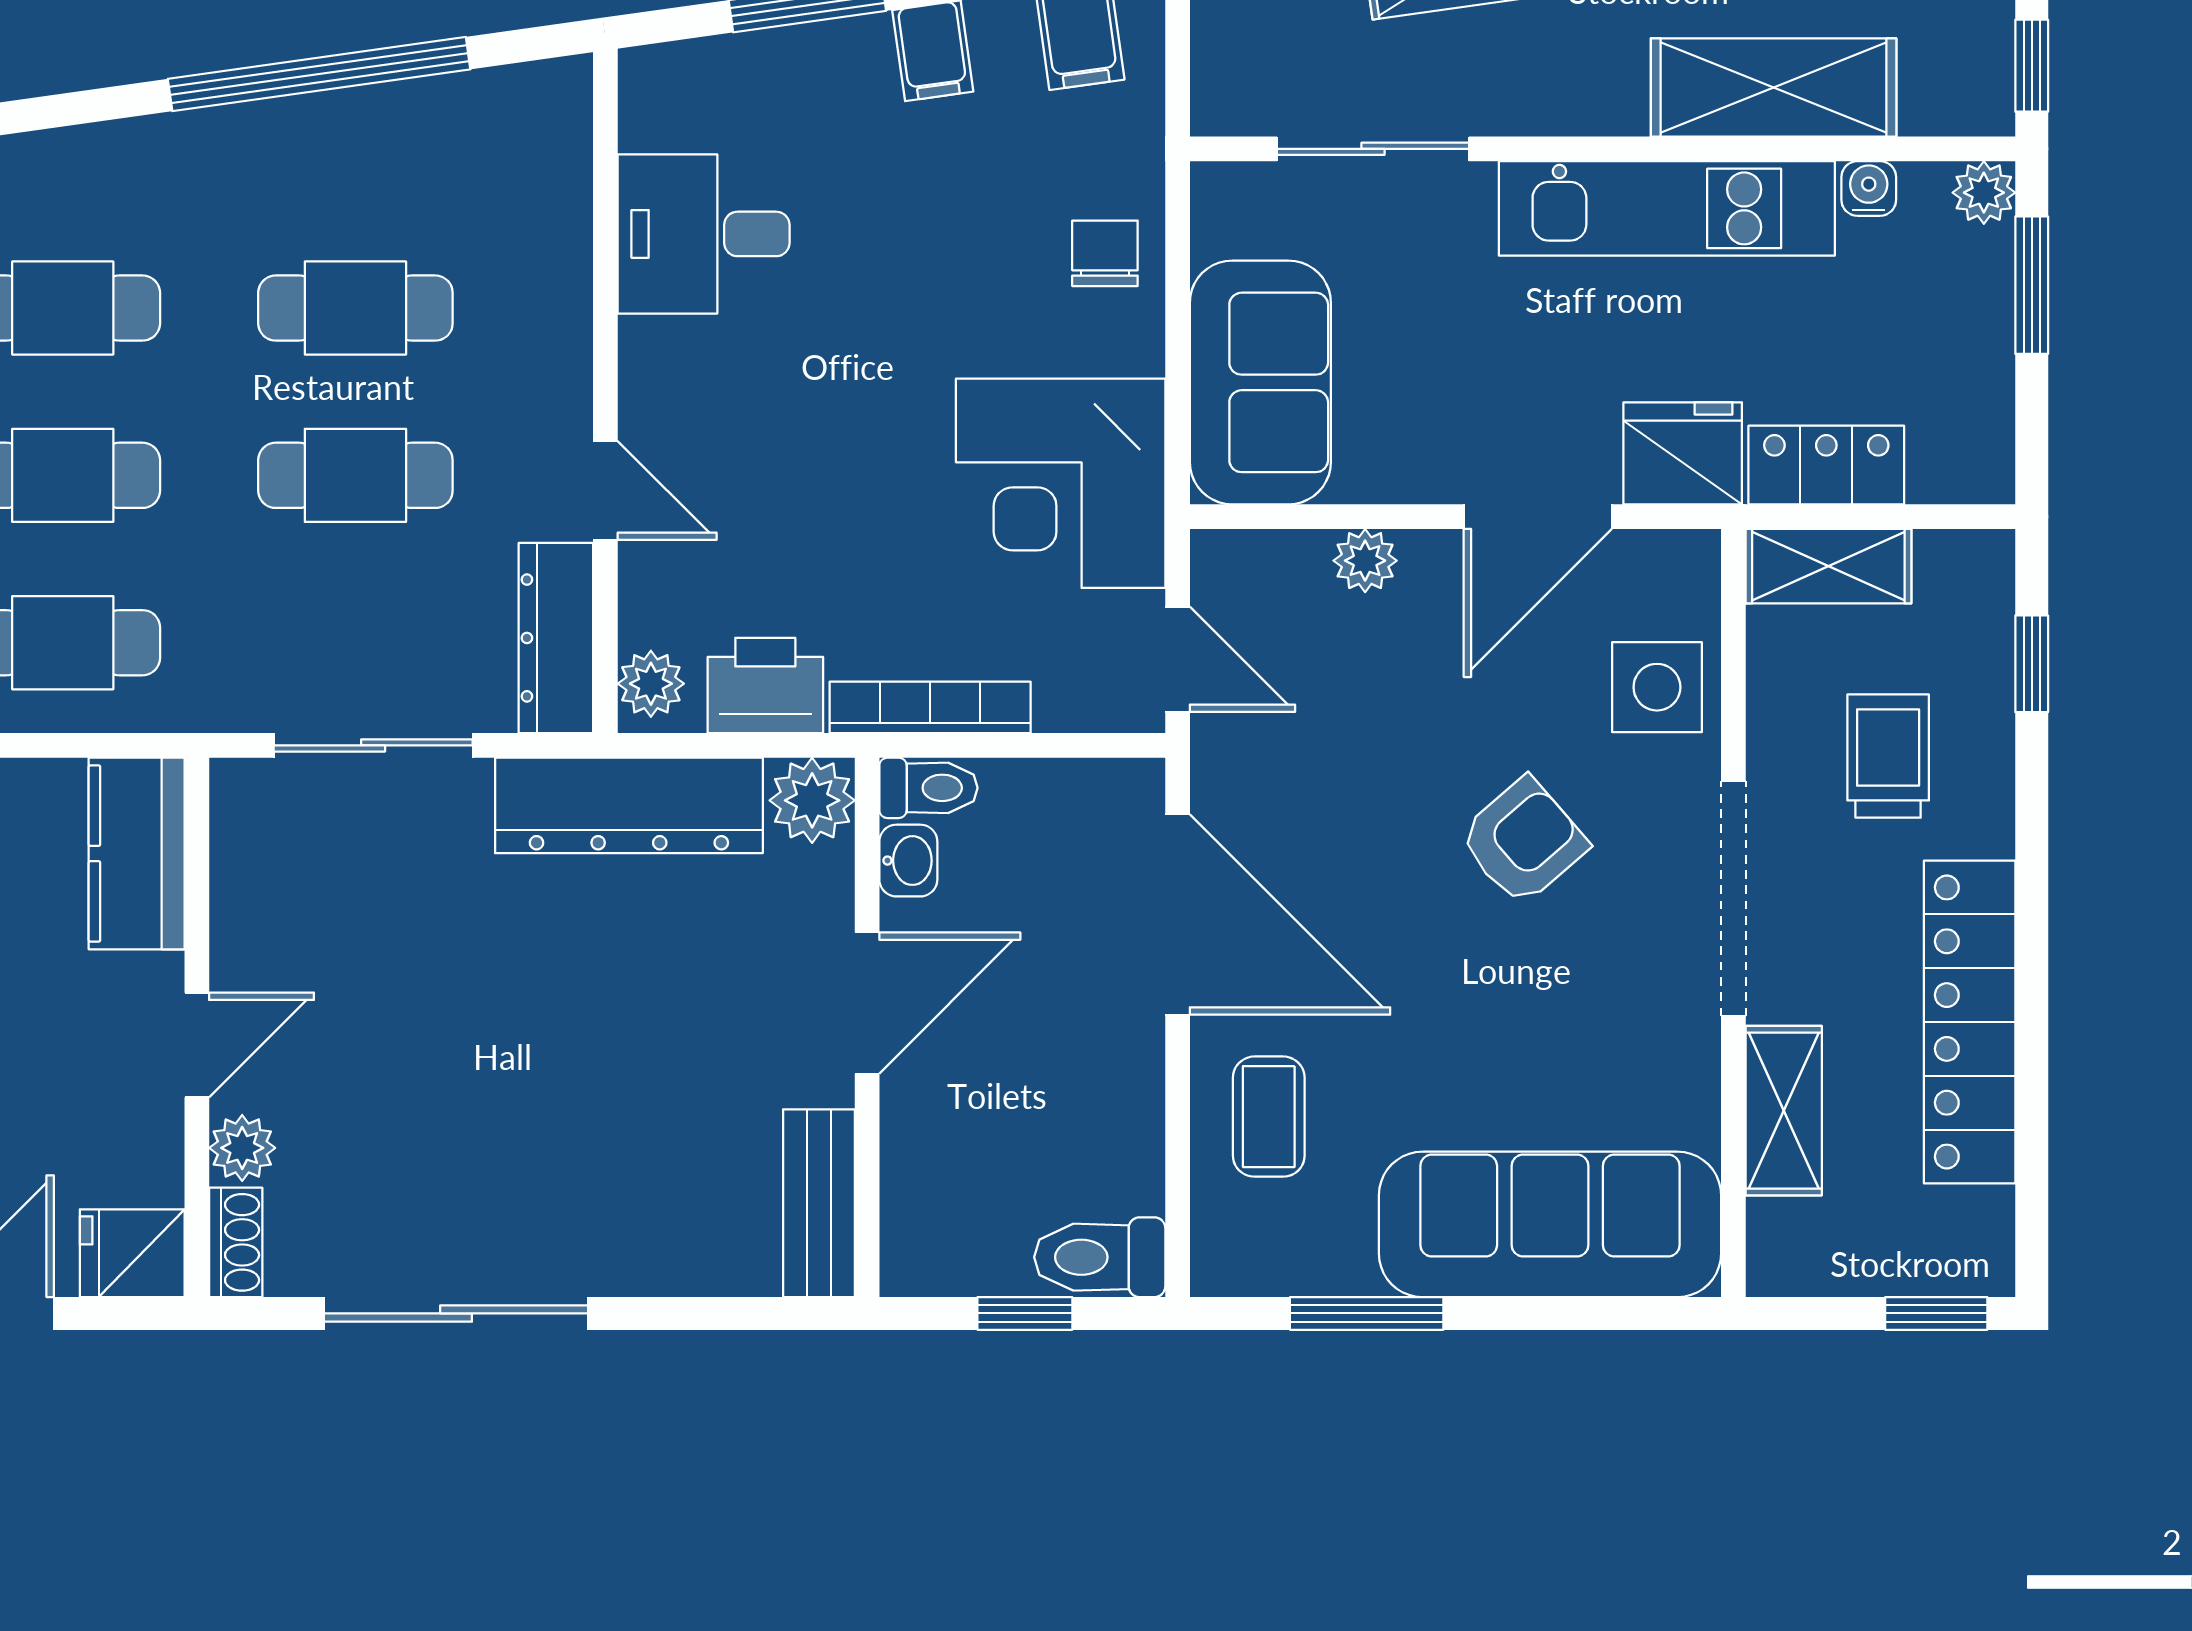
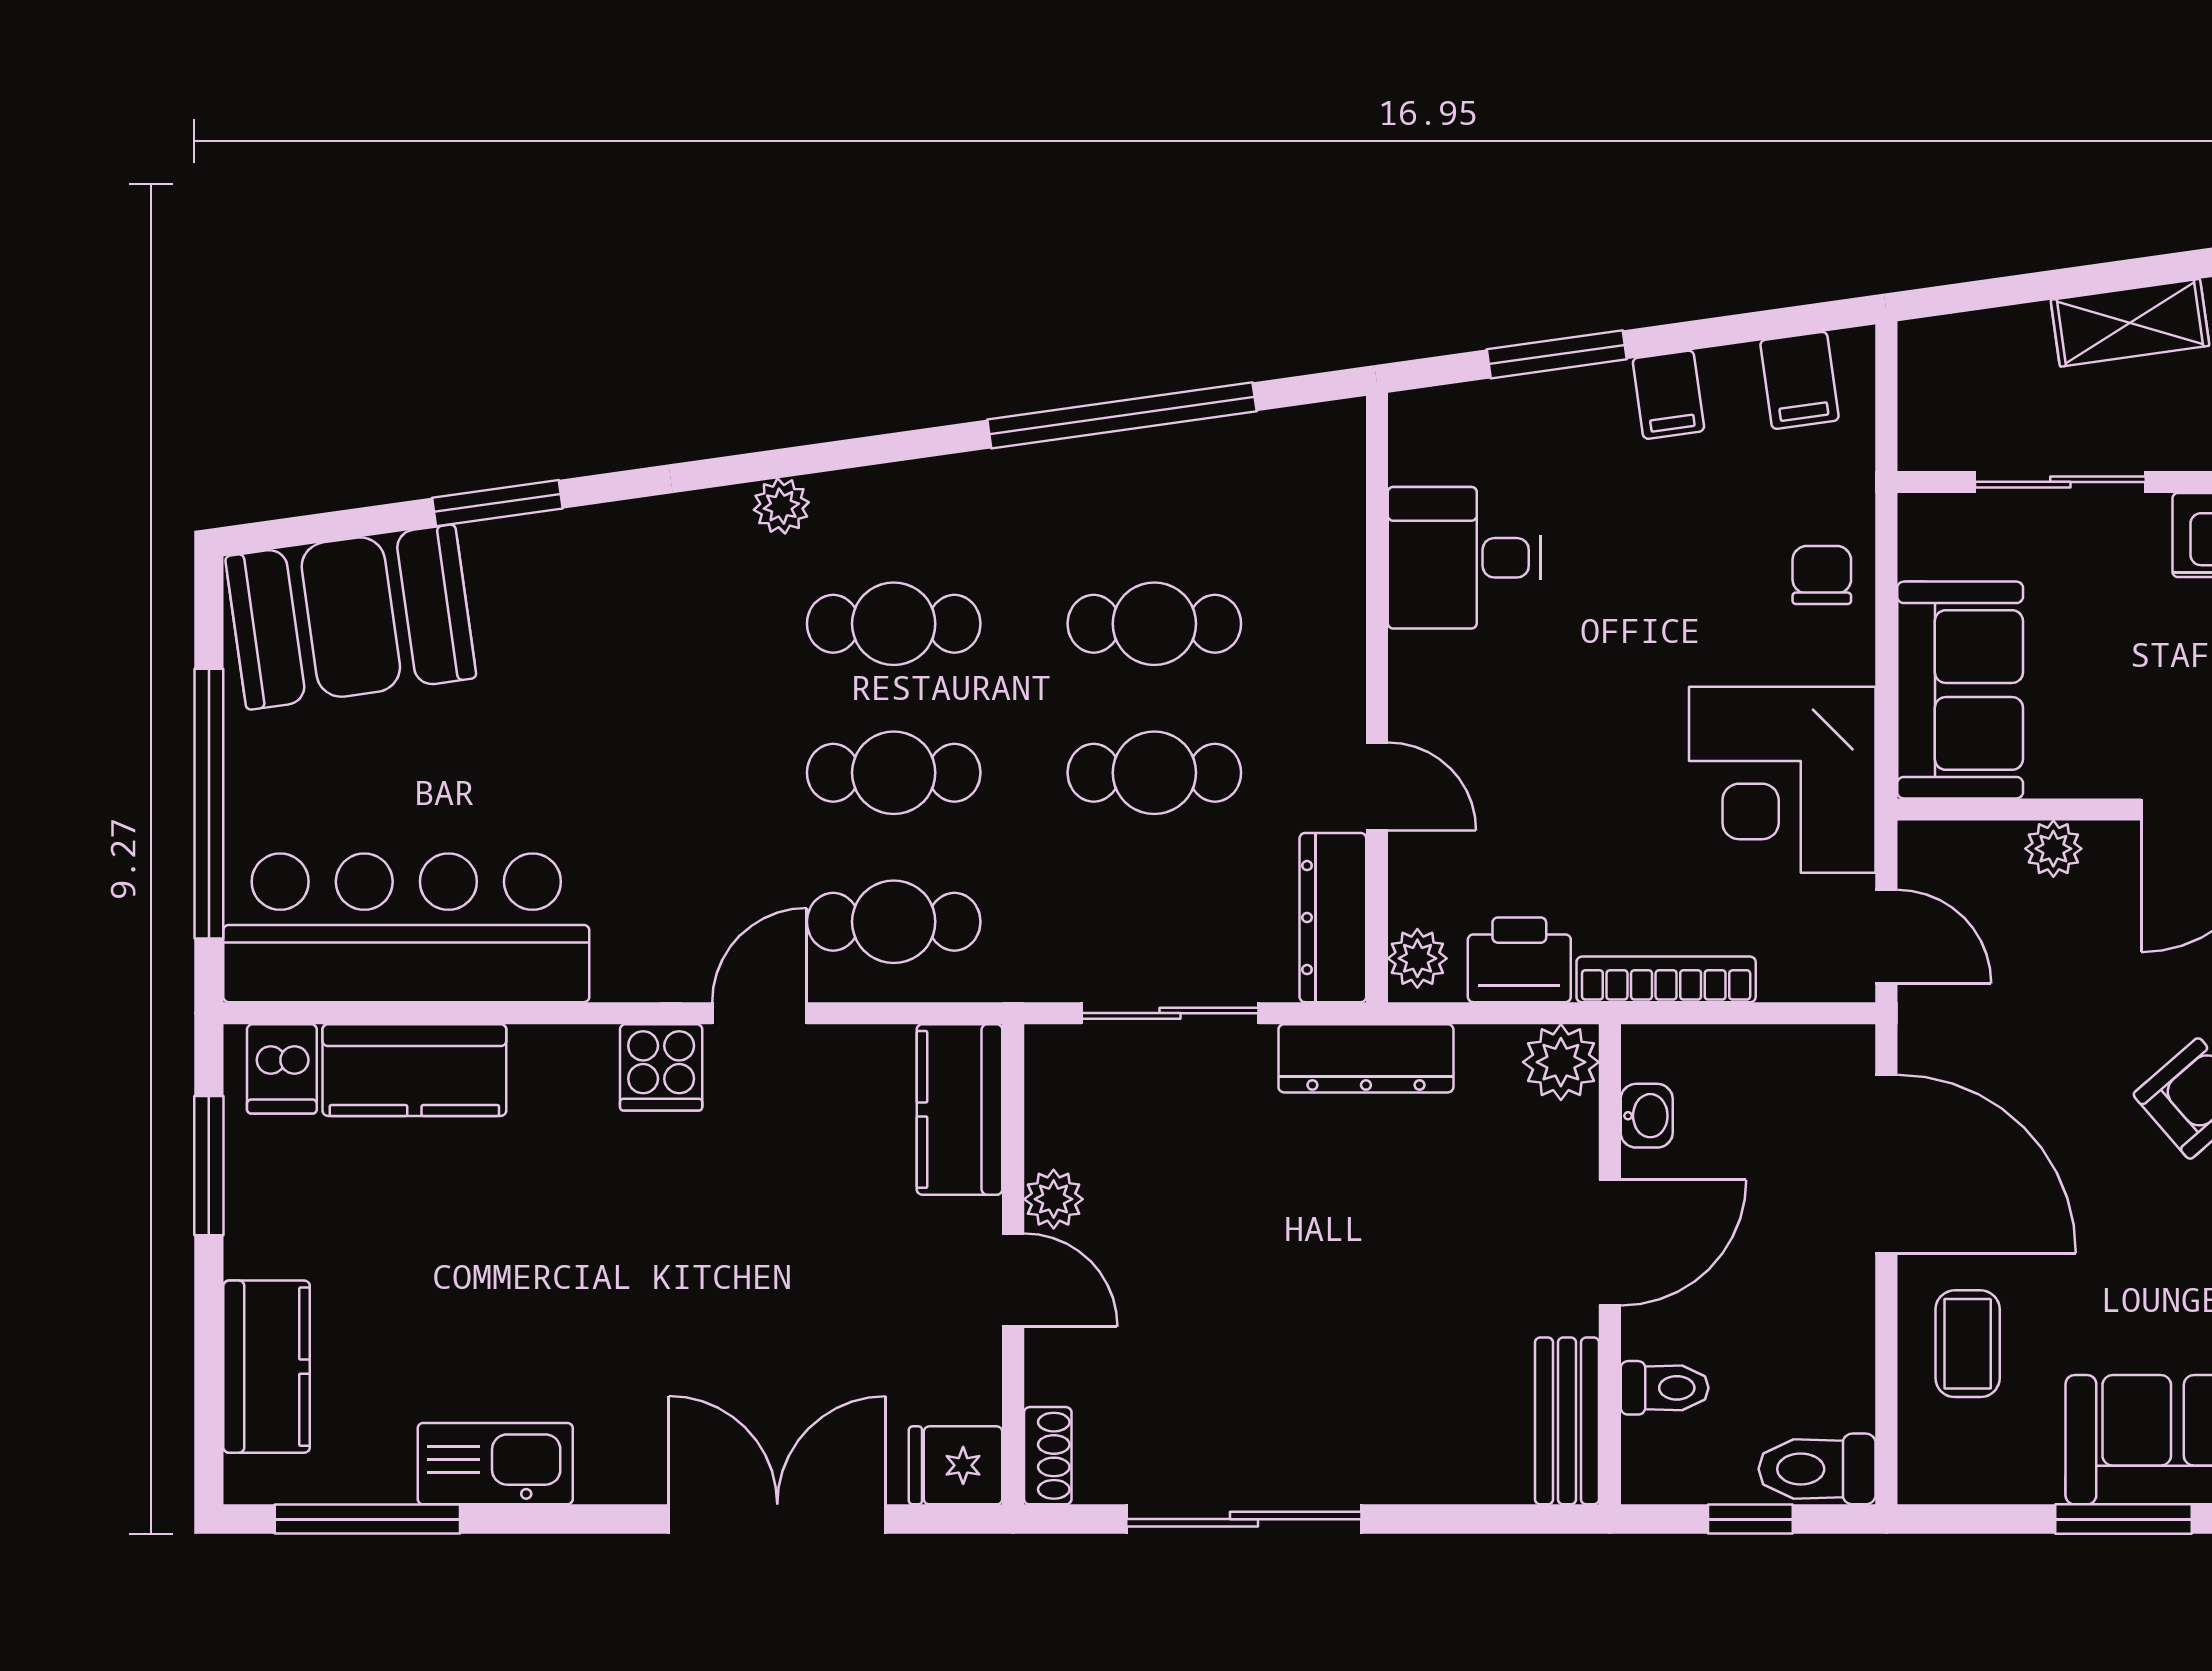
toilet: (928, 788) -> (1665, 1388), moved
dresser: (629, 805) -> (1366, 1058), width x0.73, depth x0.80
door: (197, 1045) -> (1013, 1280), hinge flipped
plant: (242, 1148) -> (1054, 1199), moved
window: (1367, 1313) -> (2123, 1519), moved

